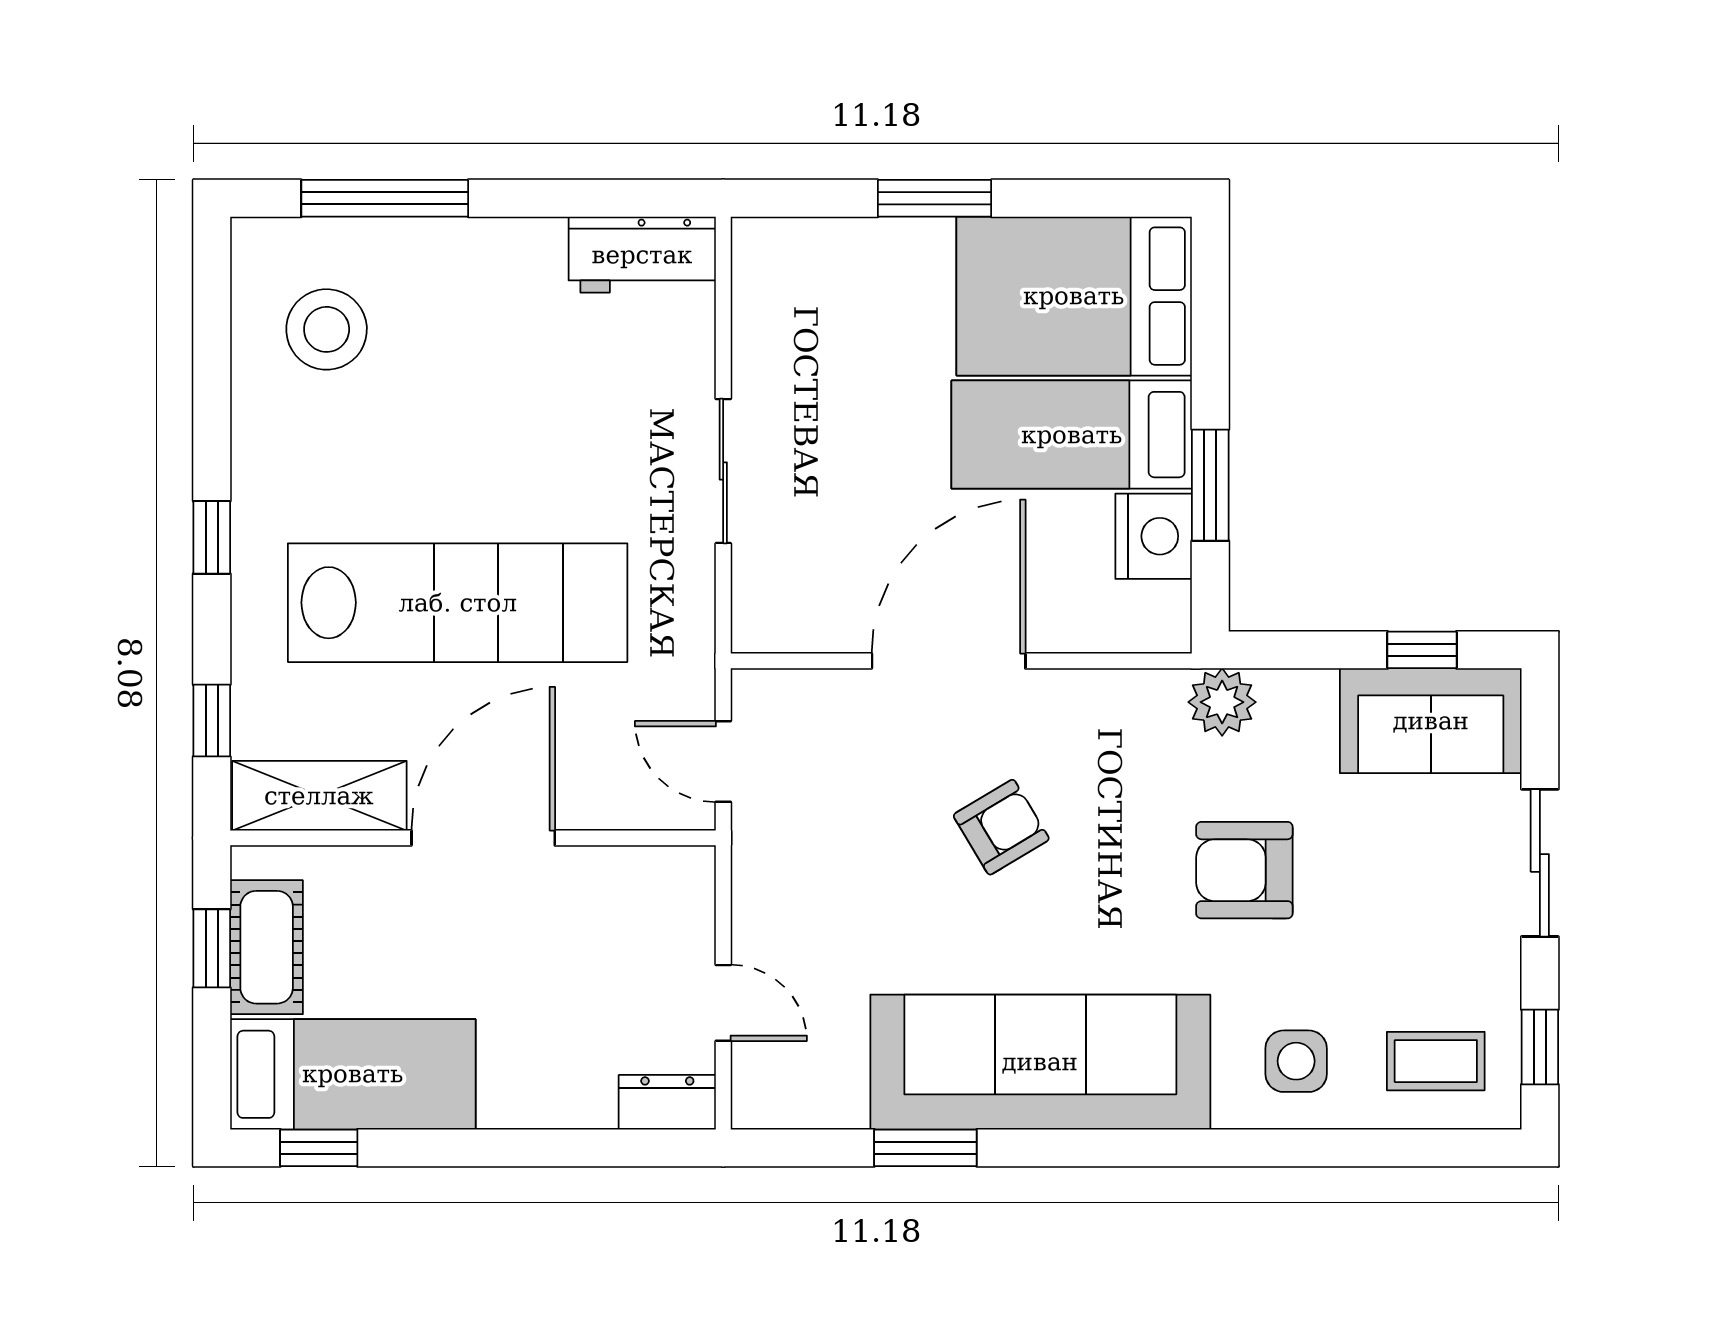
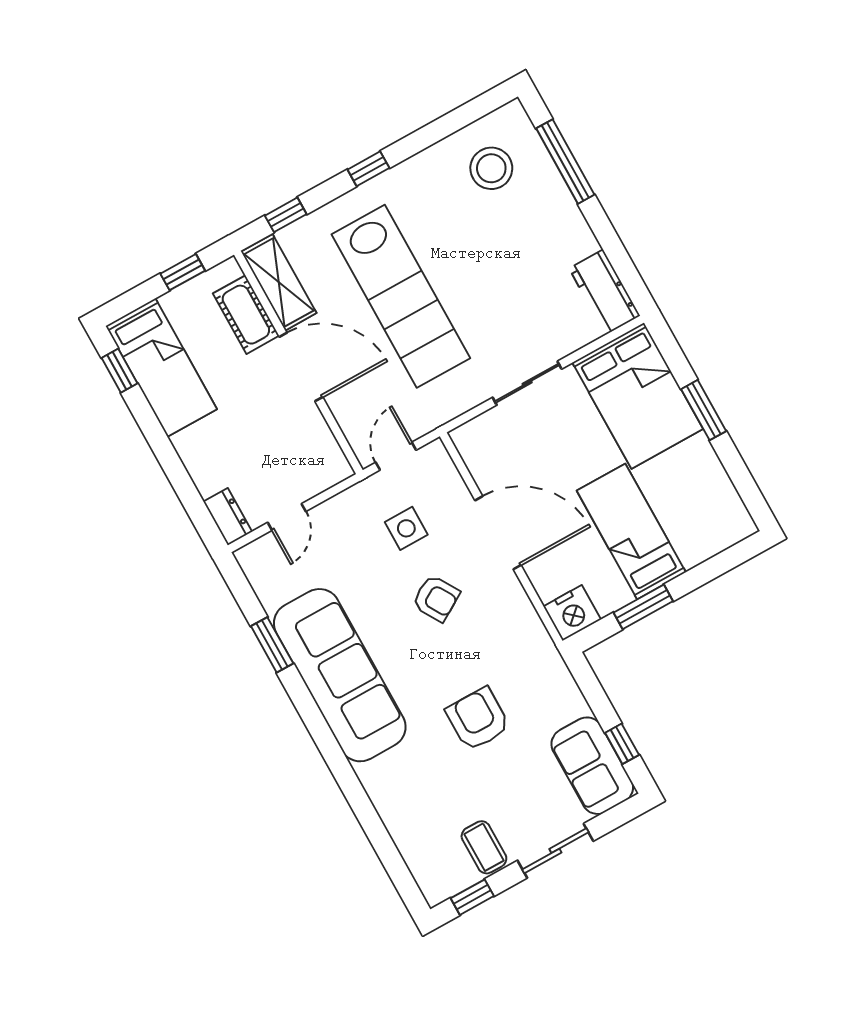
bed: (1074, 296) -> (638, 396), moved, turned 180
nightstand: (1154, 536) -> (572, 613), moved
plant: (1222, 702) -> (548, 667), removed
cot: (267, 947) -> (246, 315), moved, turned 90
side table: (1296, 1061) -> (406, 528), moved
coffee table: (1436, 1061) -> (484, 847), moved

